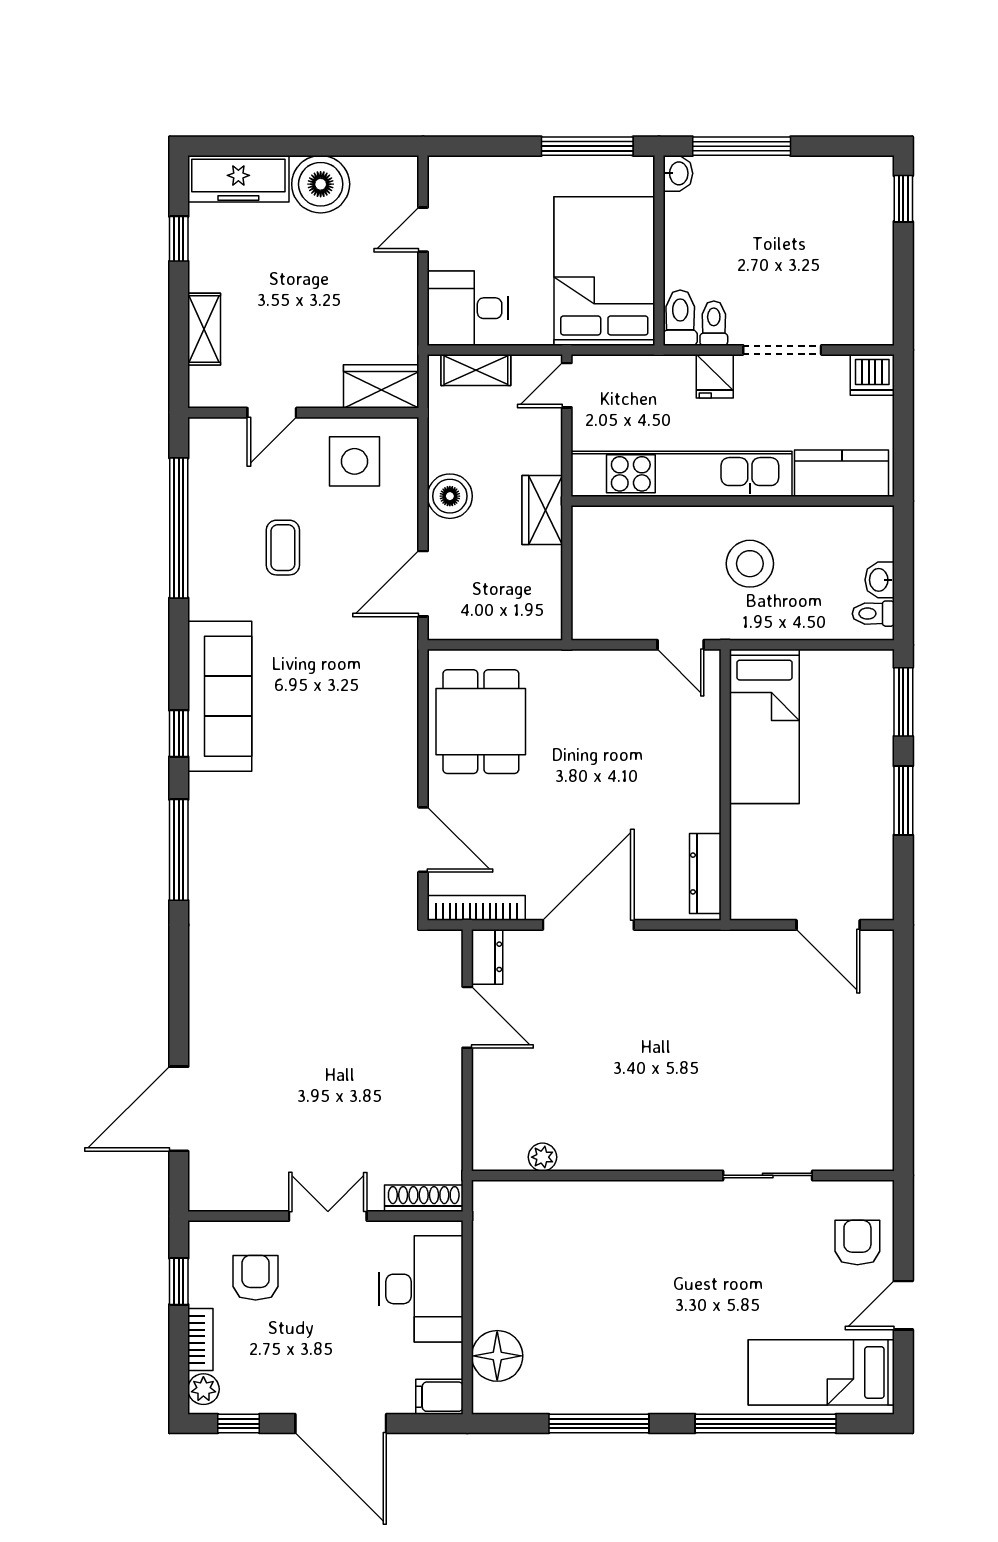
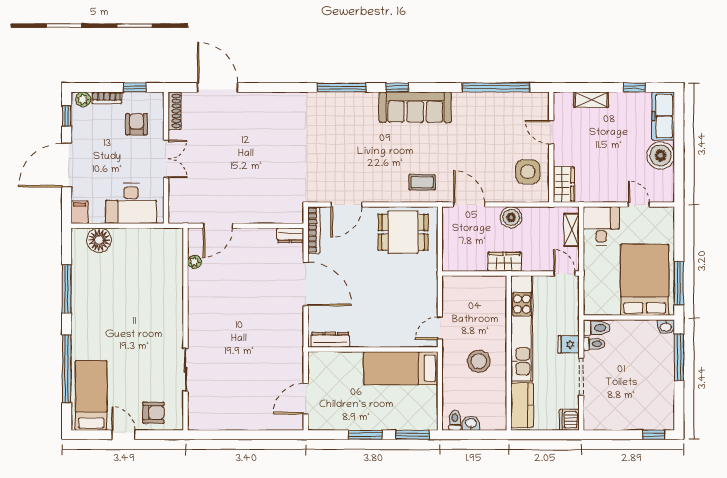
bed: (604, 271) -> (645, 280), moved, turned -90
coffee table: (283, 548) -> (422, 182), moved
door: (467, 1017) -> (218, 226), moved
shoe rack: (424, 1198) -> (175, 111), moved
armchair: (256, 1278) -> (137, 124), turned -90

